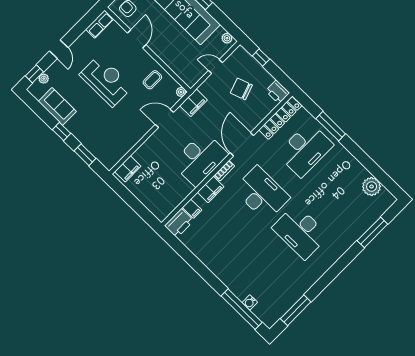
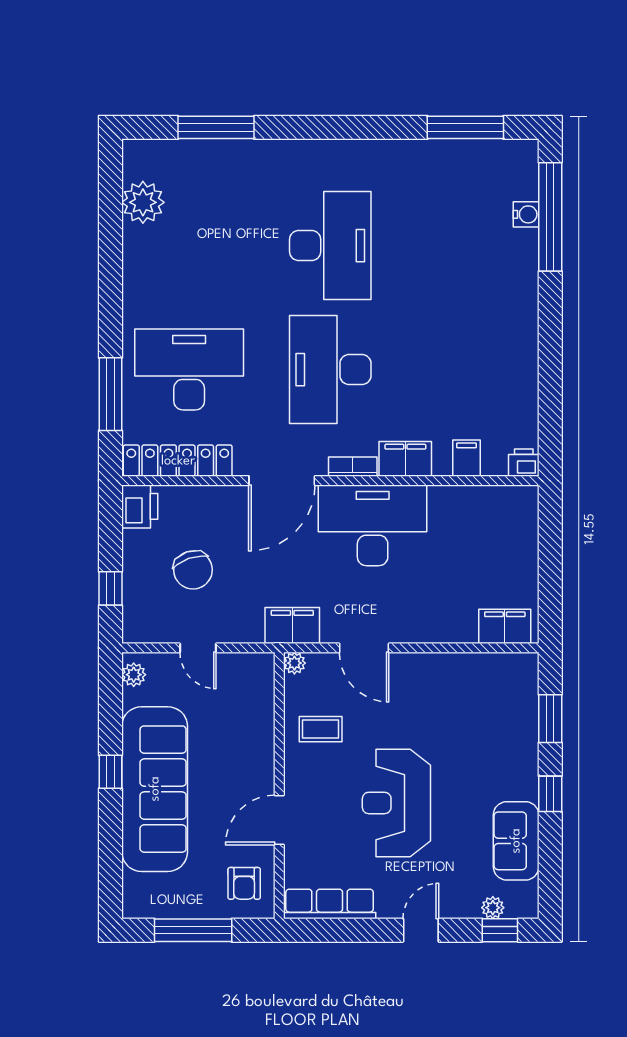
row of seats: (100, 24) -> (330, 904), width x1.48
window: (331, 126) -> (110, 394), moved
printer: (179, 223) -> (524, 463), width x0.53, depth x0.68

